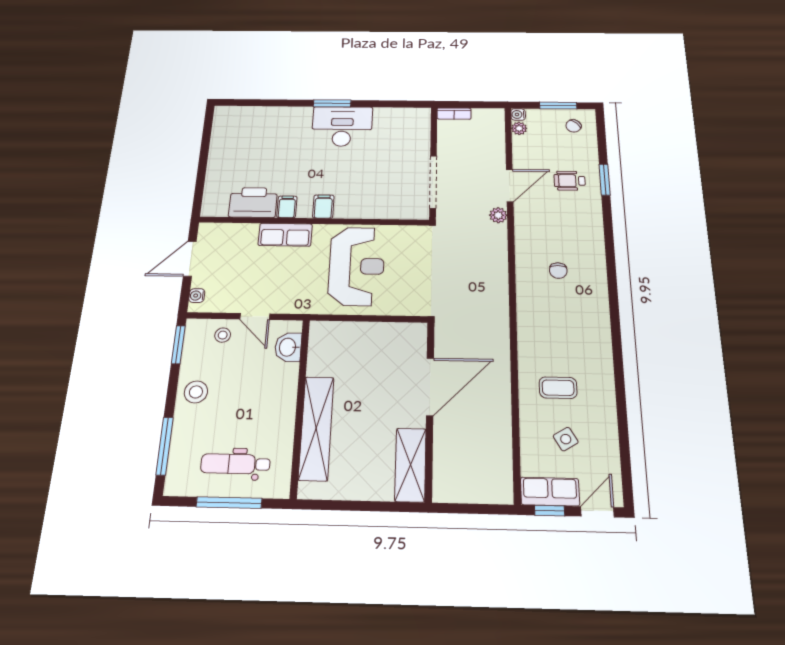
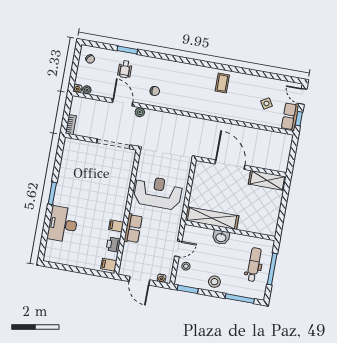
window: (558, 106) -> (75, 65), removed
desk: (342, 126) -> (63, 224), moved
printer: (253, 202) -> (113, 245), width x0.53, depth x0.68
filing cabinet: (323, 207) -> (109, 265), moved
chair: (558, 271) -> (155, 91), moved
washbasin: (288, 347) -> (221, 237), moved
coffee table: (558, 388) -> (222, 83), moved
shelving: (316, 428) -> (212, 218), moved
dental chair: (235, 464) -> (254, 265), turned 180

